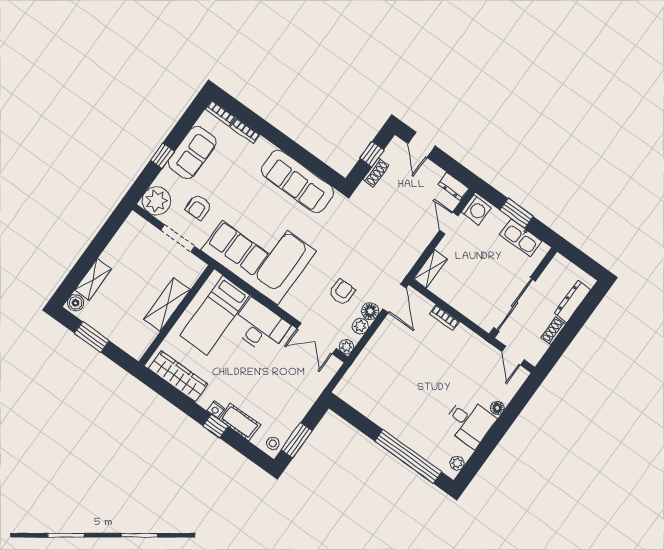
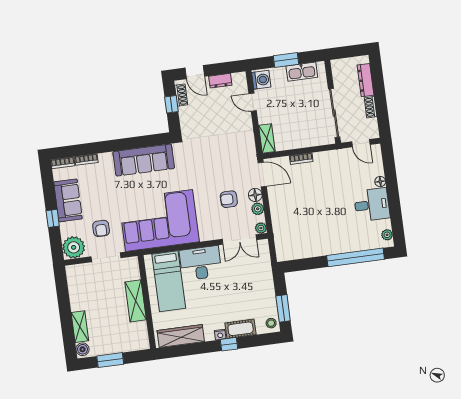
shoe rack: (376, 172) -> (181, 95), moved
dresser: (454, 187) -> (220, 81), moved
armchair: (342, 292) -> (229, 199), turned -90

